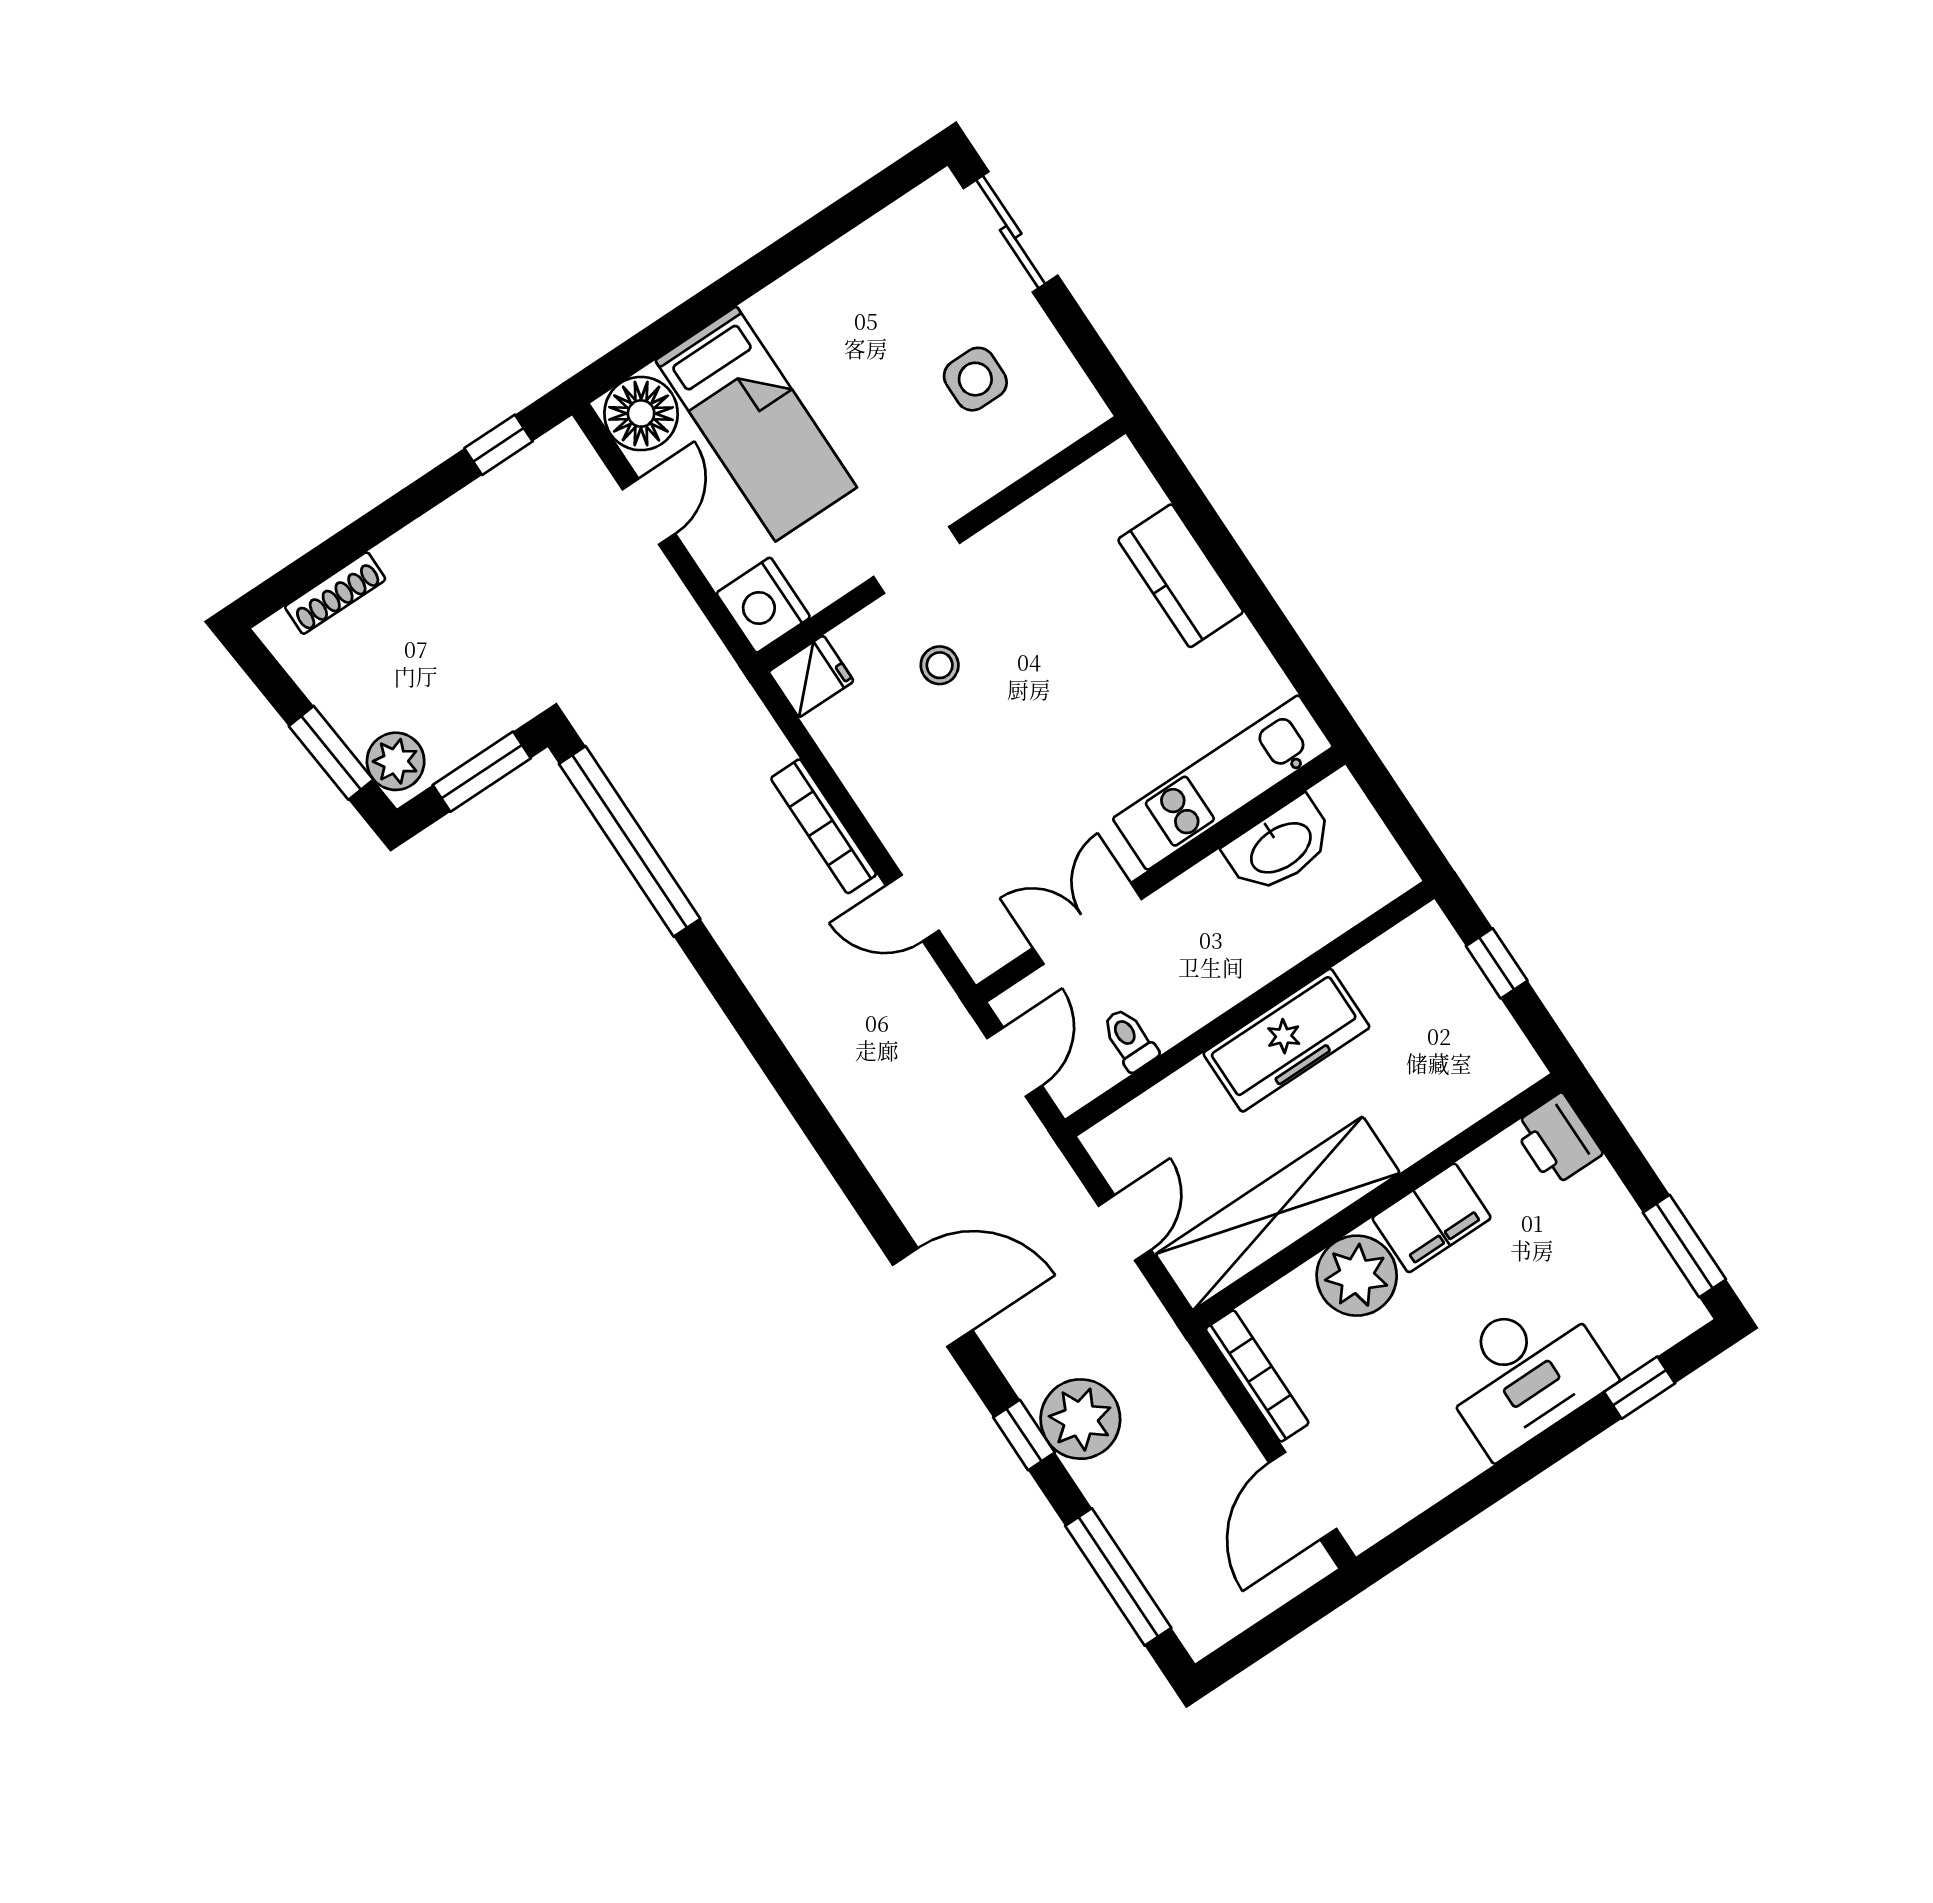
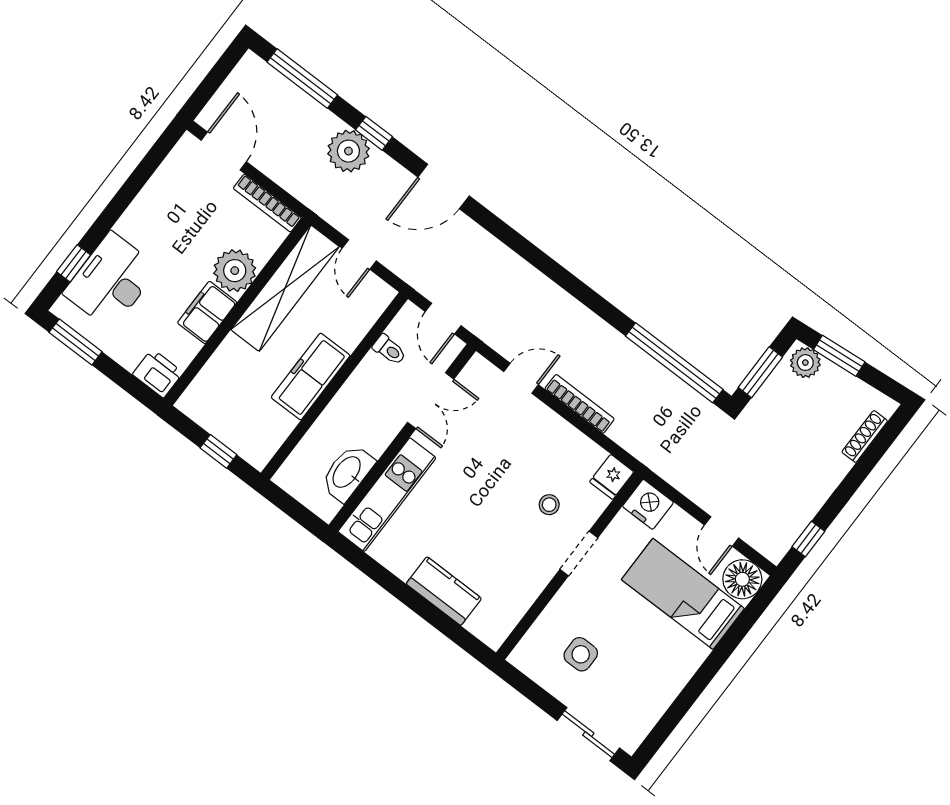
desk: (1524, 1373) -> (111, 281), moved

